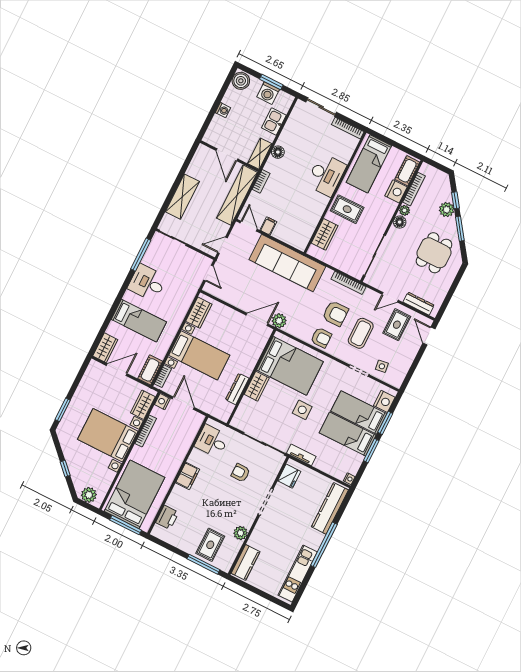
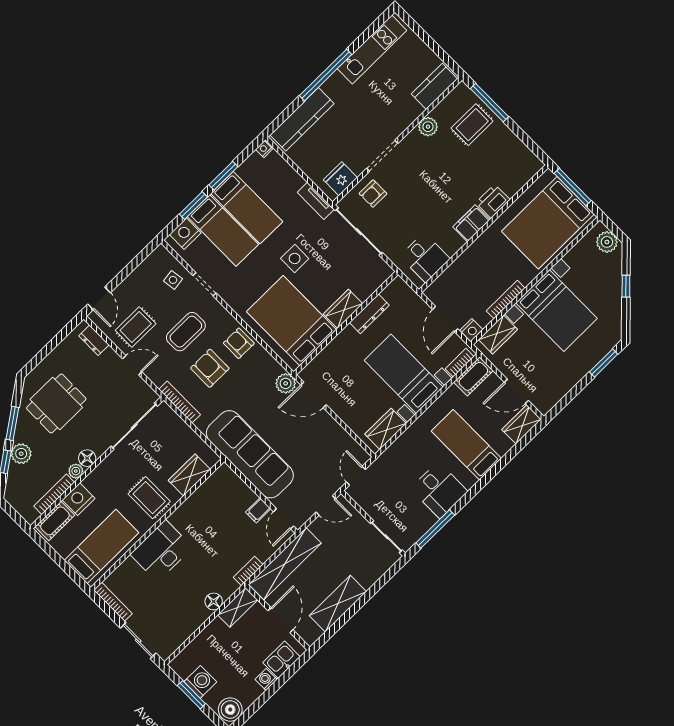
kitchen sink: (274, 122) -> (281, 660), moved, turned 180
shelving: (182, 197) -> (338, 604), moved
dresser: (419, 304) -> (94, 340), width x0.70
armchair: (241, 473) -> (373, 194), moved, turned 90
printer: (167, 517) -> (493, 201), moved

